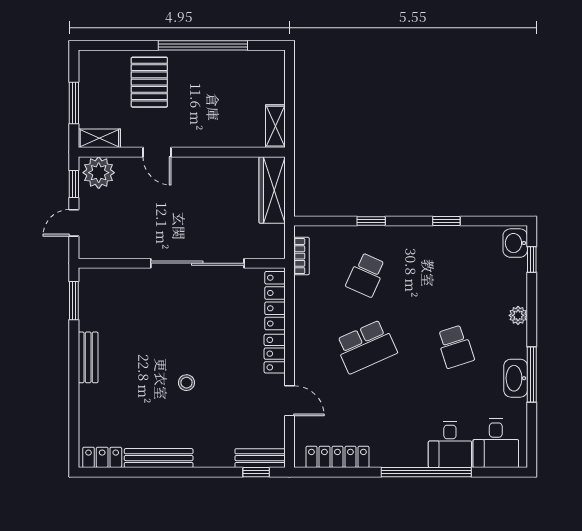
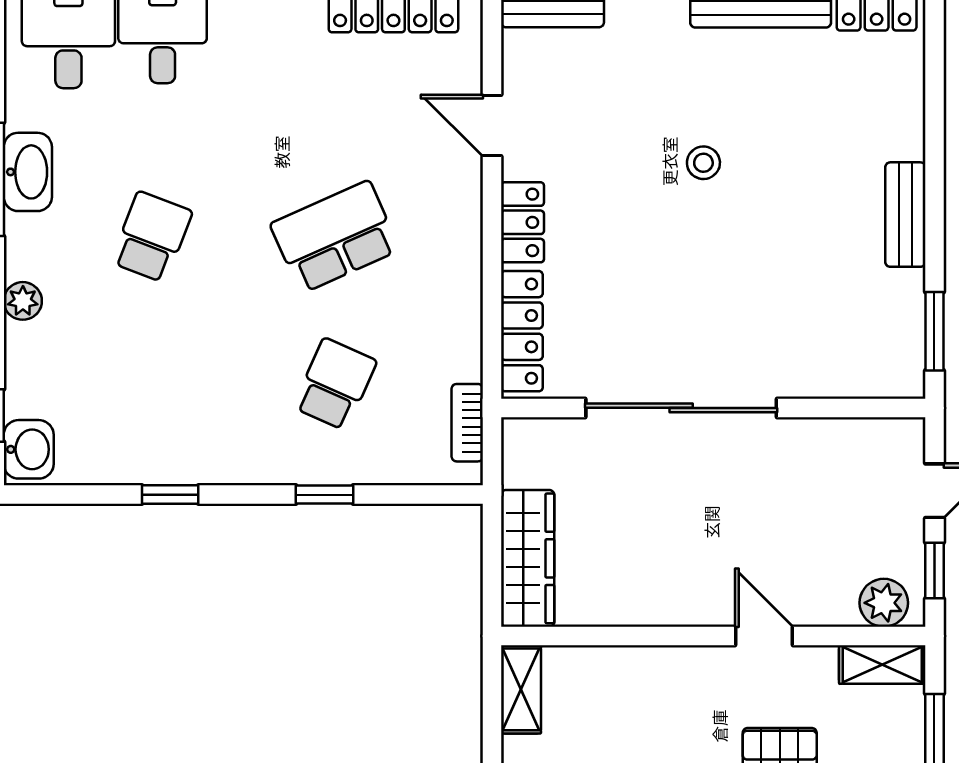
plant: (99, 173) -> (884, 603), width x0.73, depth x0.73
school desk: (455, 347) -> (152, 237), turned 39

